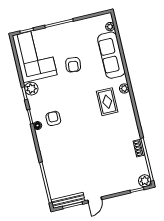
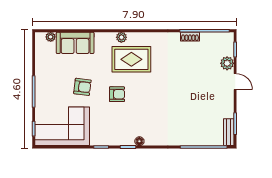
sofa: (111, 55) -> (75, 43), width x0.73
plant: (31, 89) -> (98, 138), removed
rug: (107, 102) -> (131, 59), width x1.36, depth x1.43
armchair: (53, 118) -> (117, 94), moved, turned 180
plant: (145, 181) -> (227, 63), moved
bench: (68, 200) -> (229, 132), width x0.73
door: (95, 200) -> (235, 82), moved

